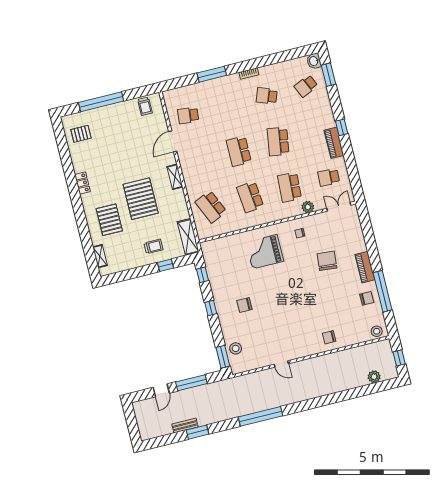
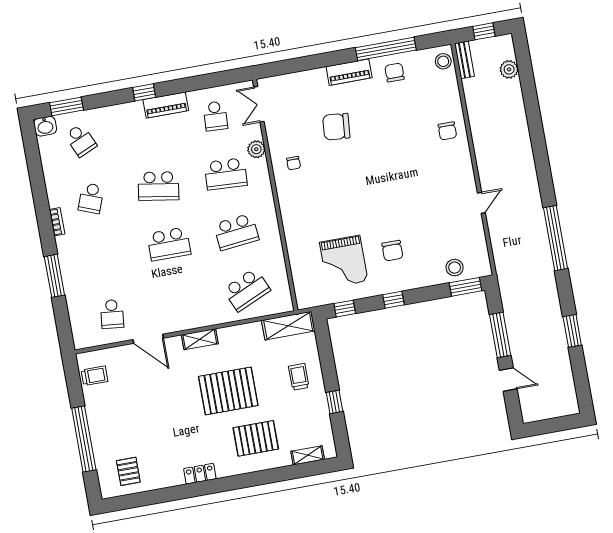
grand piano: (265, 252) -> (344, 262), moved
window: (166, 265) -> (334, 402), moved
bench: (185, 426) -> (464, 60), moved

